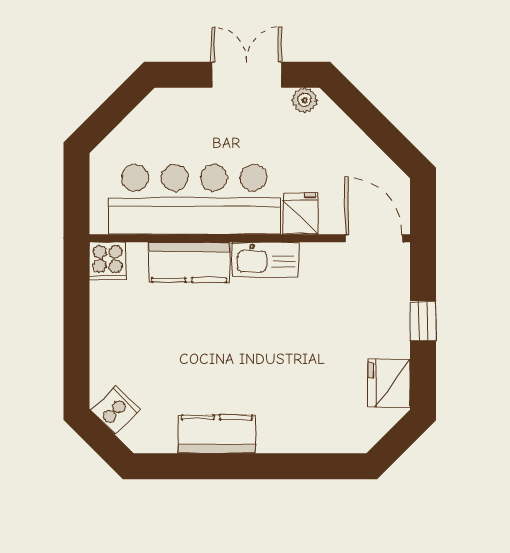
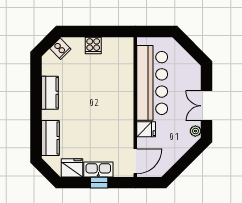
double door: (247, 75) -> (207, 106), swing flipped
kitchen sink: (265, 260) -> (98, 169), moved, turned 90
cooker: (107, 261) -> (93, 46), moved, turned -90
kitchen counter: (189, 262) -> (50, 138), moved, turned 180

